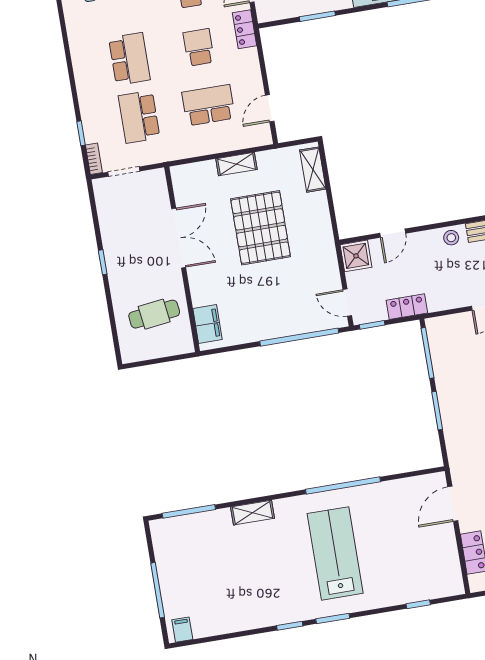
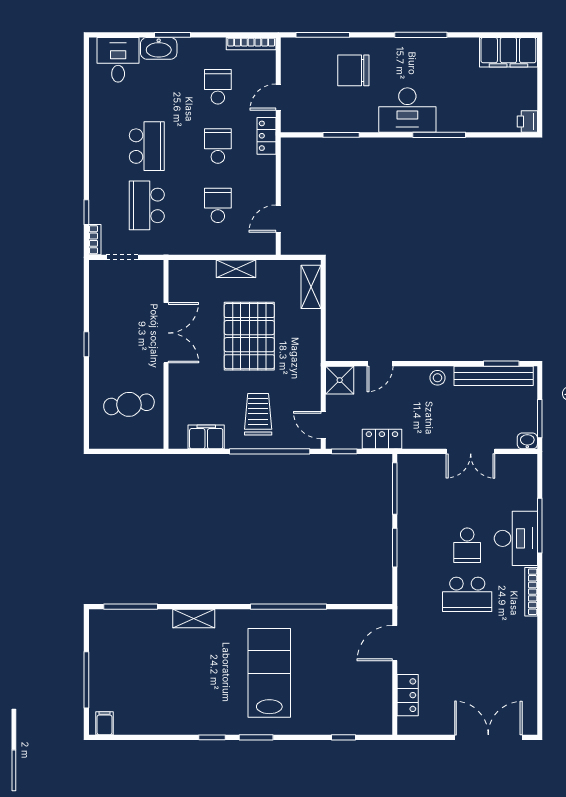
school desk: (208, 105) -> (218, 205), width x0.54
trolley: (282, 303) -> (258, 414), added
filing cabinet: (207, 324) -> (206, 437), moved, turned -90

